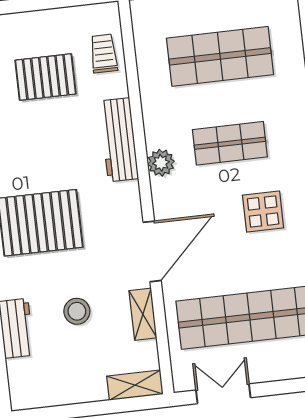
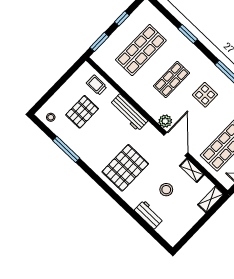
plant: (161, 163) -> (165, 121), moved

